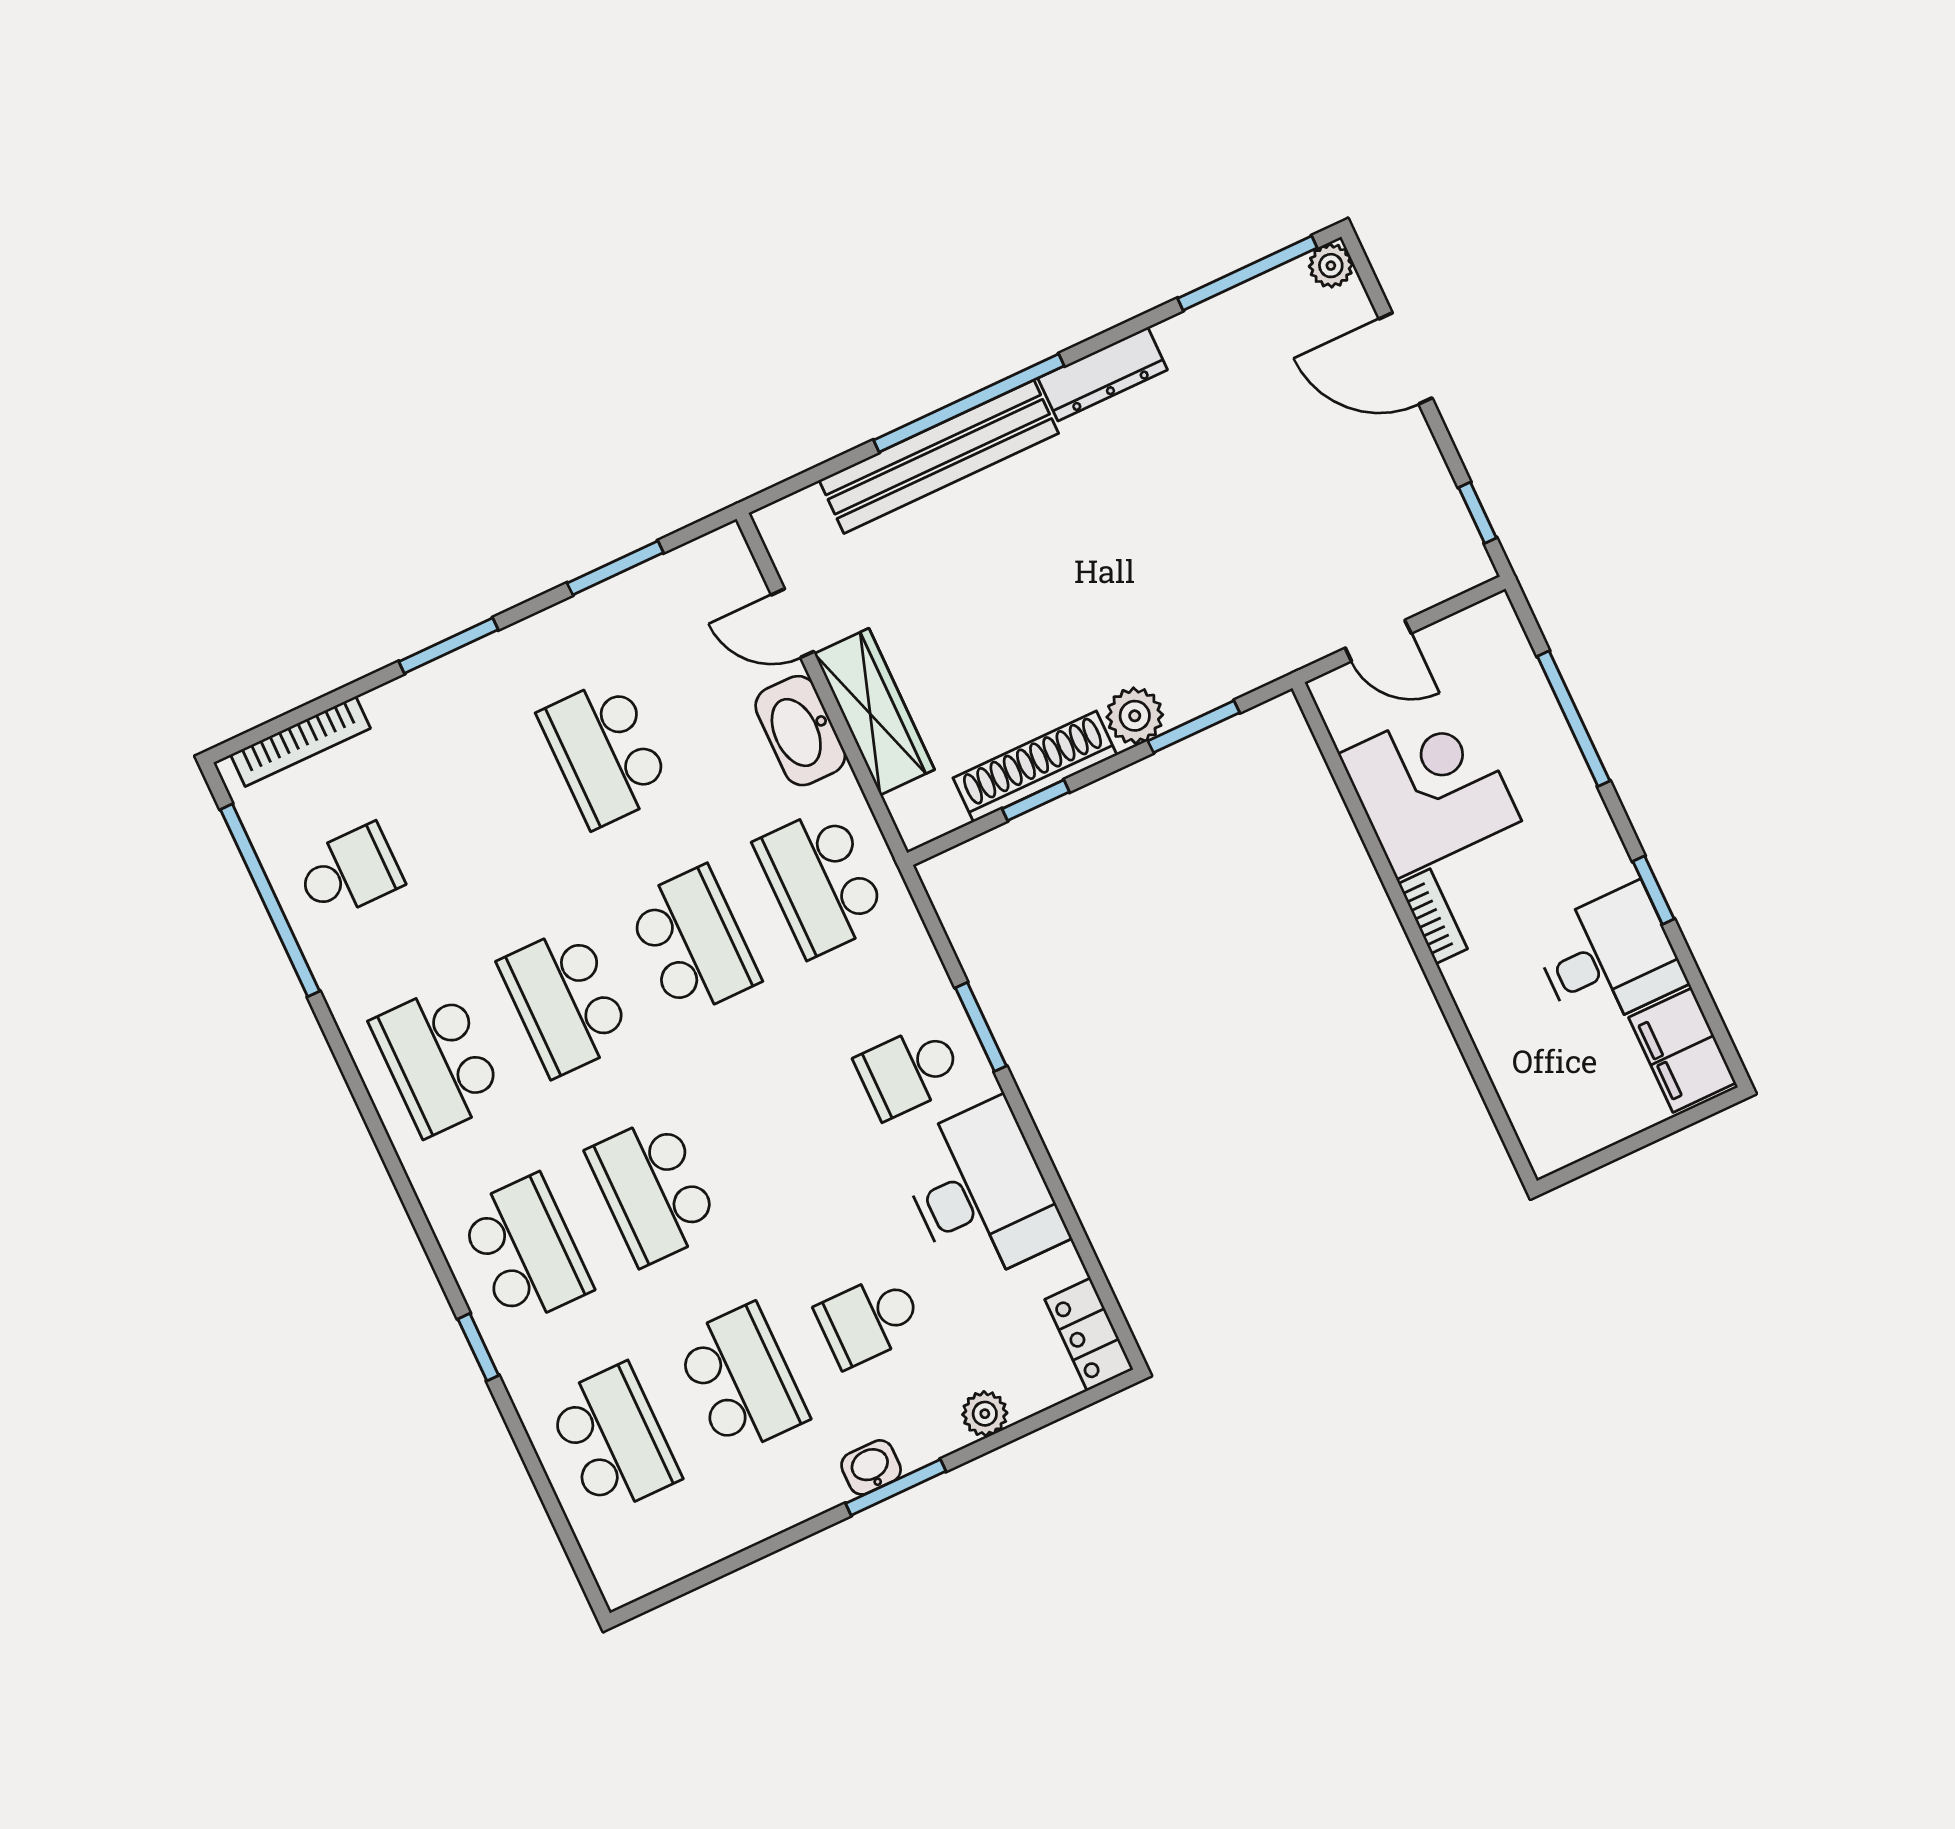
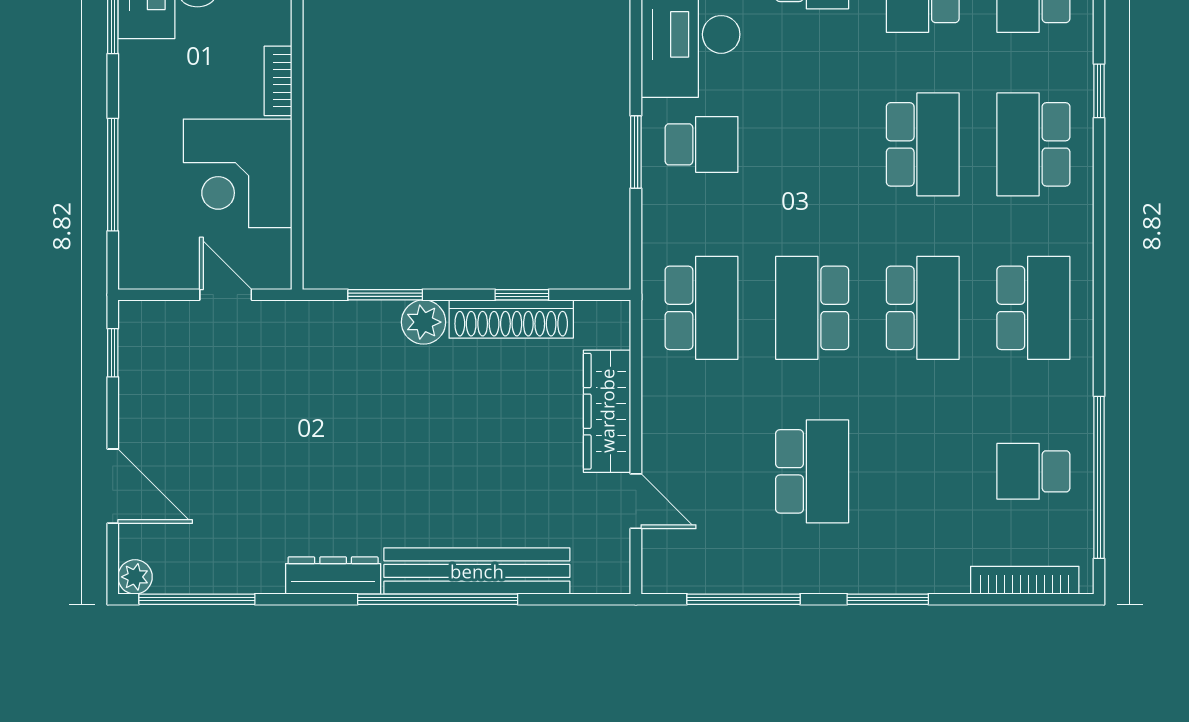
window: (615, 568) -> (744, 599), width x1.44
washbasin: (800, 731) -> (666, 422), removed

